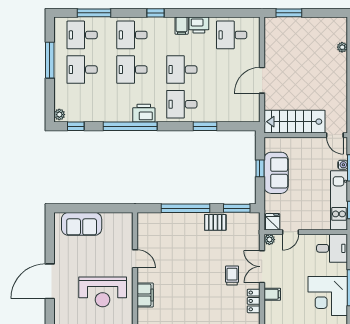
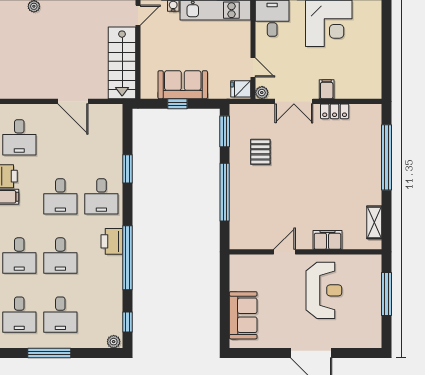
pallet: (215, 222) -> (260, 152), moved
trolley: (232, 276) -> (304, 137), removed

